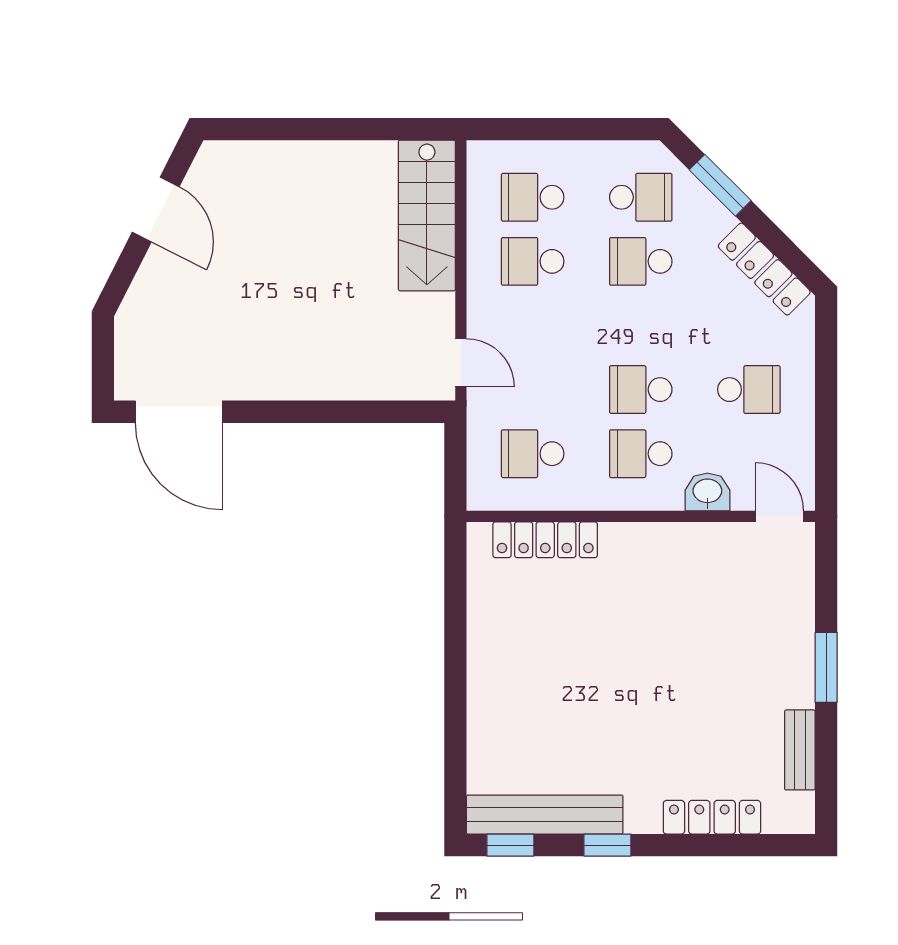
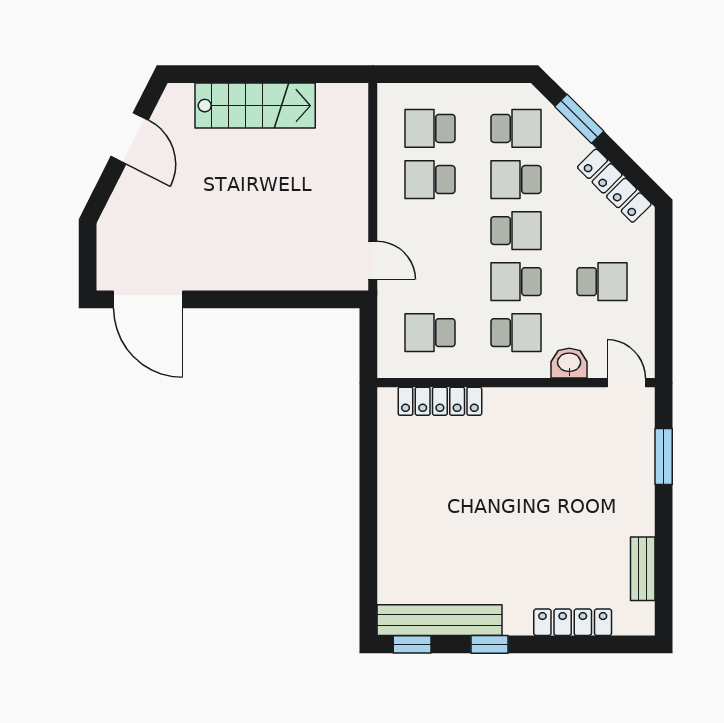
stairs: (427, 215) -> (255, 106), moved, turned -90
school desk: (641, 325) -> (516, 231), added
school desk: (641, 454) -> (516, 333), turned 180
window: (826, 667) -> (664, 457), moved

